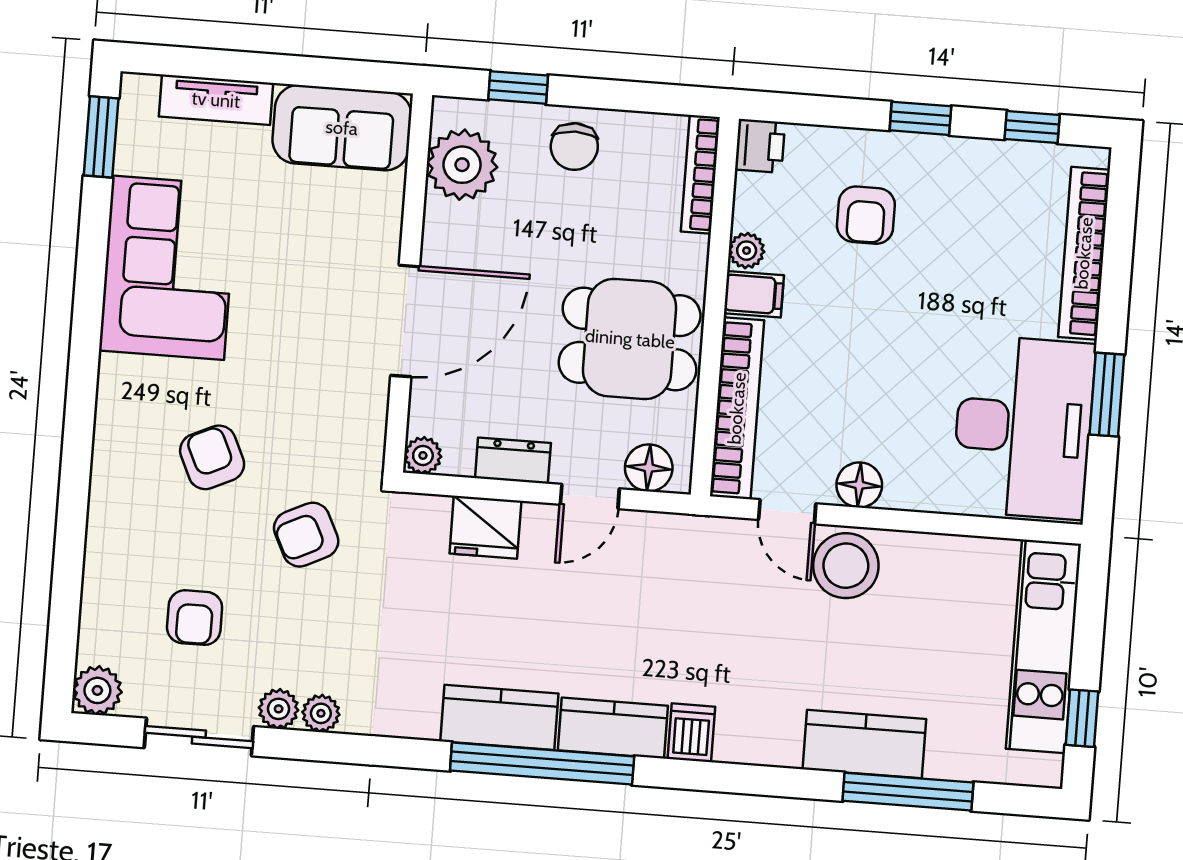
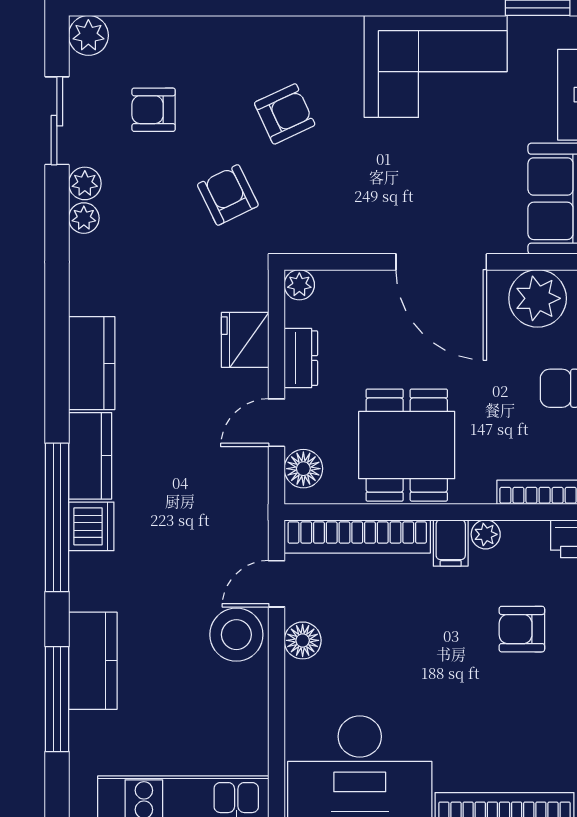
door: (405, 321) -> (441, 262), moved
door: (590, 496) -> (276, 423), hinge flipped
dishwasher: (691, 733) -> (91, 526), width x1.38
window: (542, 763) -> (57, 517), moved

